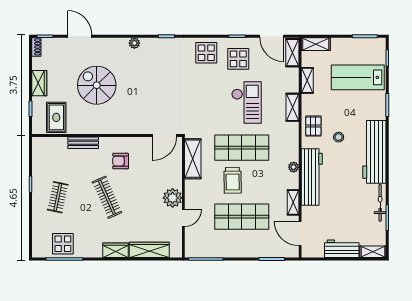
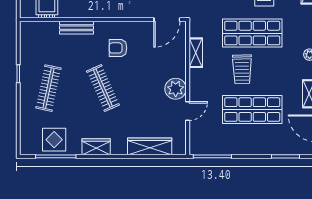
shelving: (193, 159) -> (196, 53), width x0.67, depth x0.75
clothes rail: (58, 197) -> (48, 88), width x1.36
wardrobe: (116, 250) -> (96, 147), moved

